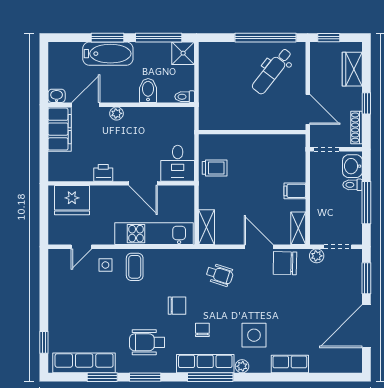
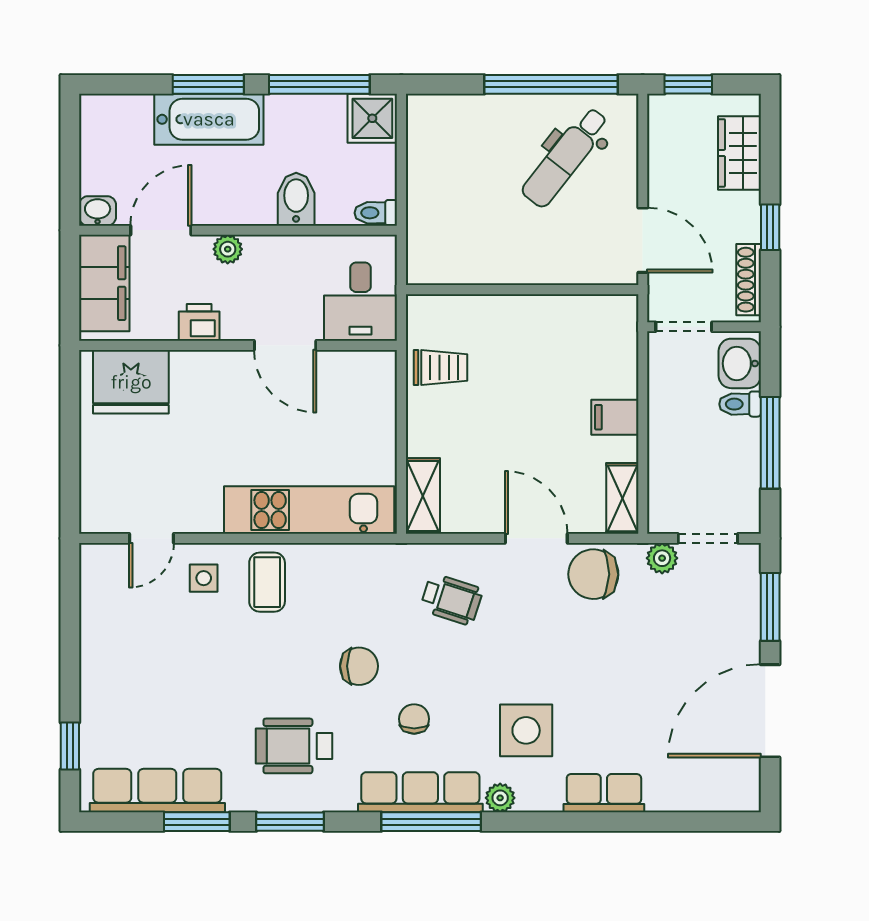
desk: (178, 163) -> (361, 302), moved
printer: (103, 173) -> (199, 322), moved
wall: (121, 183) -> (238, 345), moved
door: (143, 183) -> (285, 345), moved
fridge: (72, 200) -> (131, 382), moved

